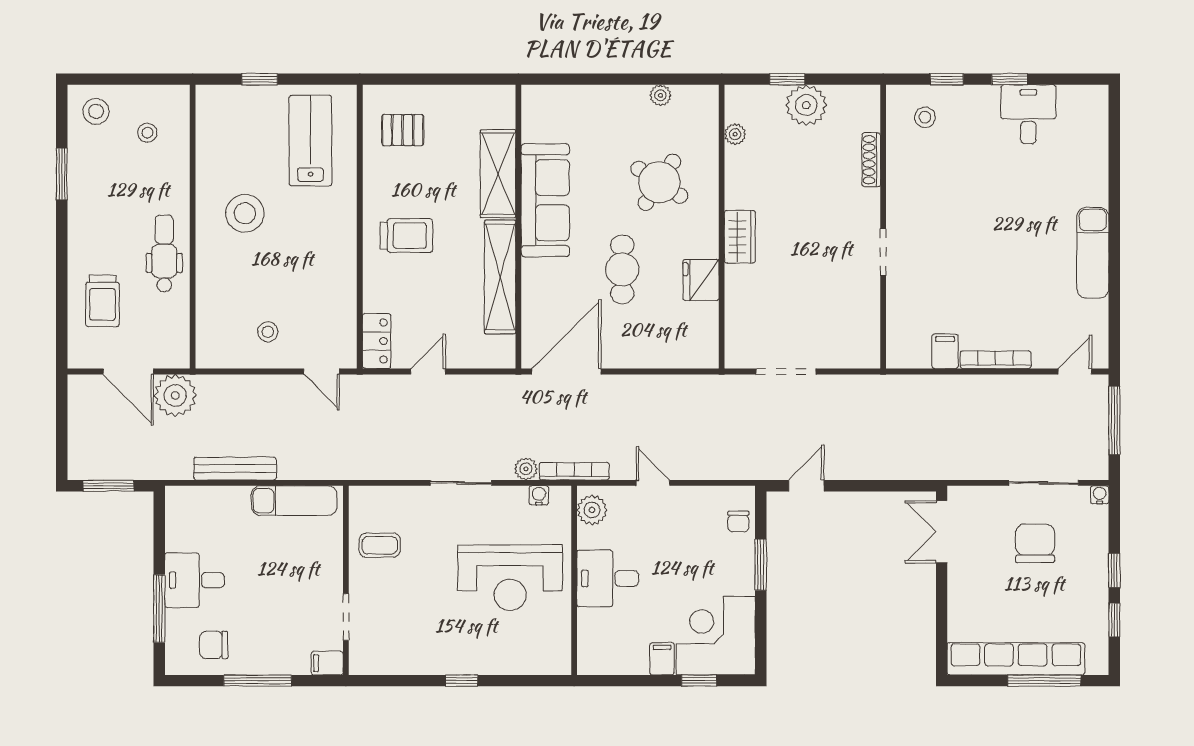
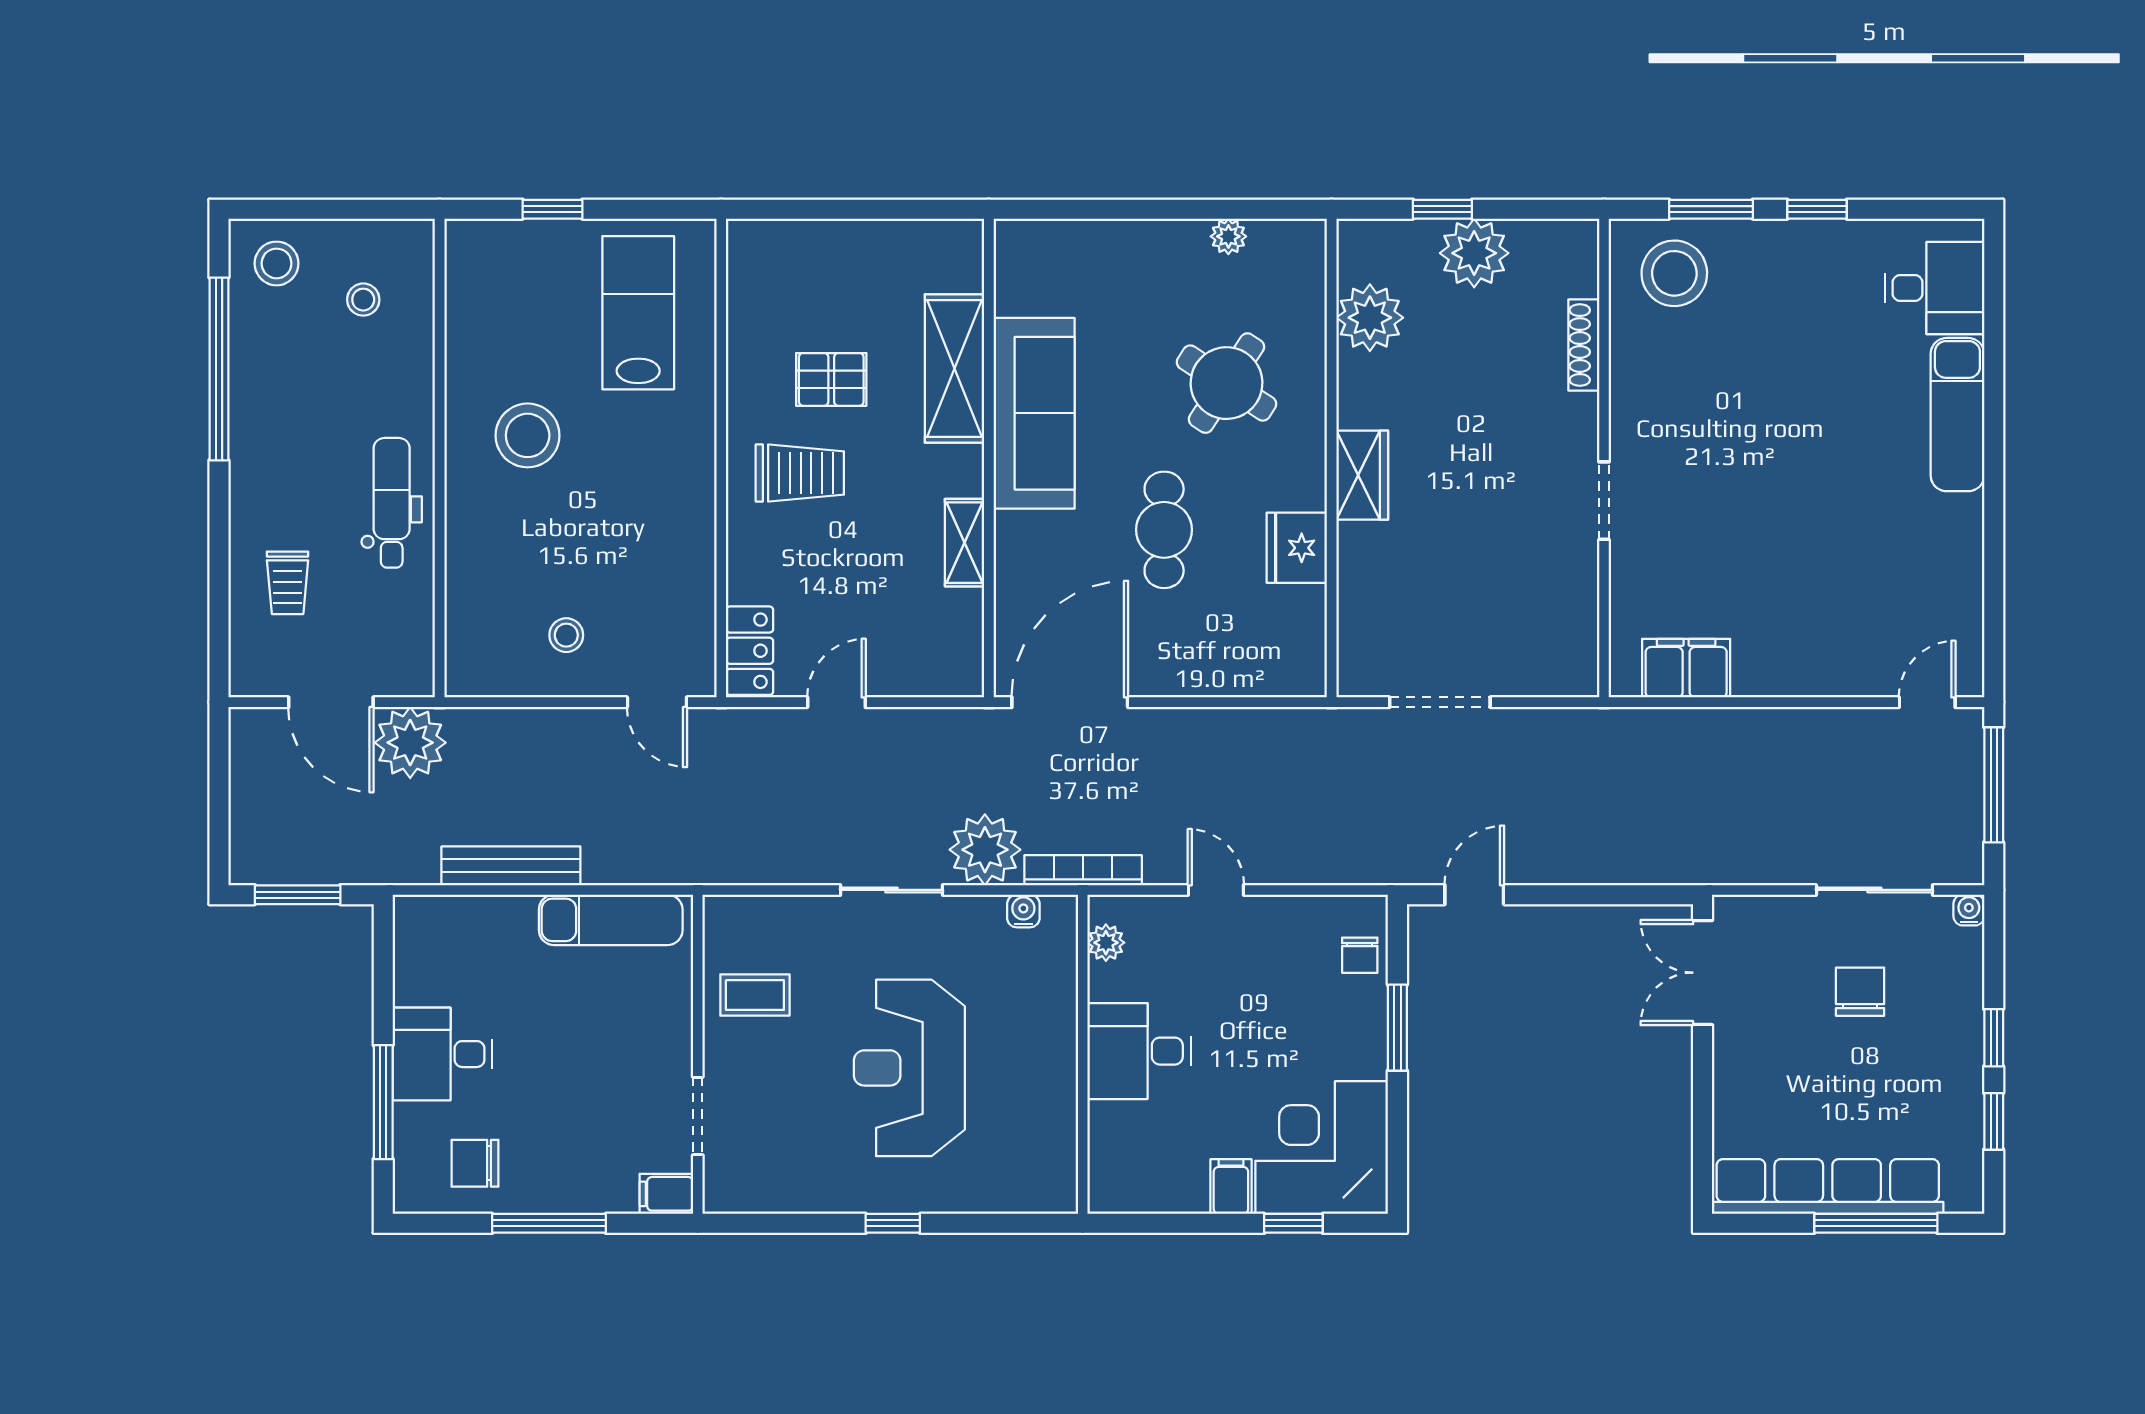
window: (947, 79) -> (1711, 209), width x1.50
desk: (1028, 114) -> (1934, 288), moved, turned 90
stool: (925, 117) -> (1674, 273), width x1.89, depth x1.89
pallet: (403, 130) -> (831, 379), moved
plant: (735, 134) -> (1370, 318), width x1.87, depth x1.87
window: (62, 174) -> (219, 369), width x2.11
exam couch: (1093, 253) -> (1957, 415), moved
shelving: (500, 277) -> (965, 543), width x0.45, depth x0.75
trolley: (103, 301) -> (288, 583), width x0.73, depth x0.72
filing cabinet: (945, 351) -> (1686, 668), width x2.00
bookcase: (996, 360) -> (1793, 682), removed
plant: (526, 469) -> (985, 850), width x1.87, depth x1.87
plant: (592, 510) -> (1106, 943), width x0.73, depth x0.73
chair: (1035, 543) -> (1860, 992), width x0.73, depth x0.73
reception desk: (510, 578) -> (909, 1068), moved, turned 90

